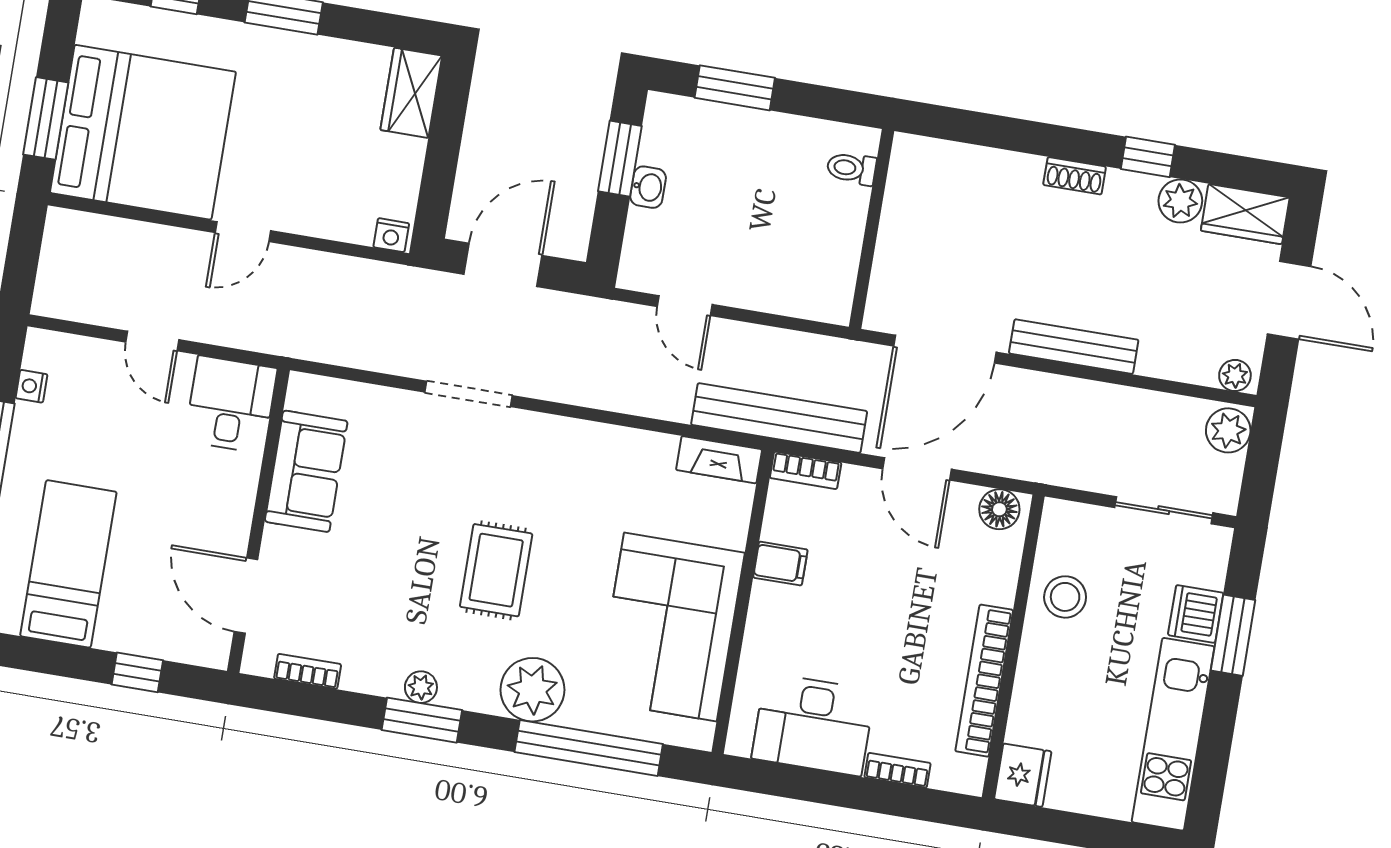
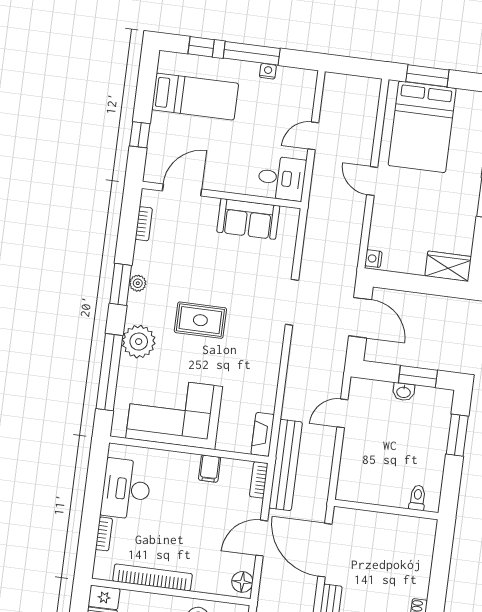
bed: (143, 132) -> (422, 127), width x0.73
nightstand: (32, 386) -> (268, 71), moved

